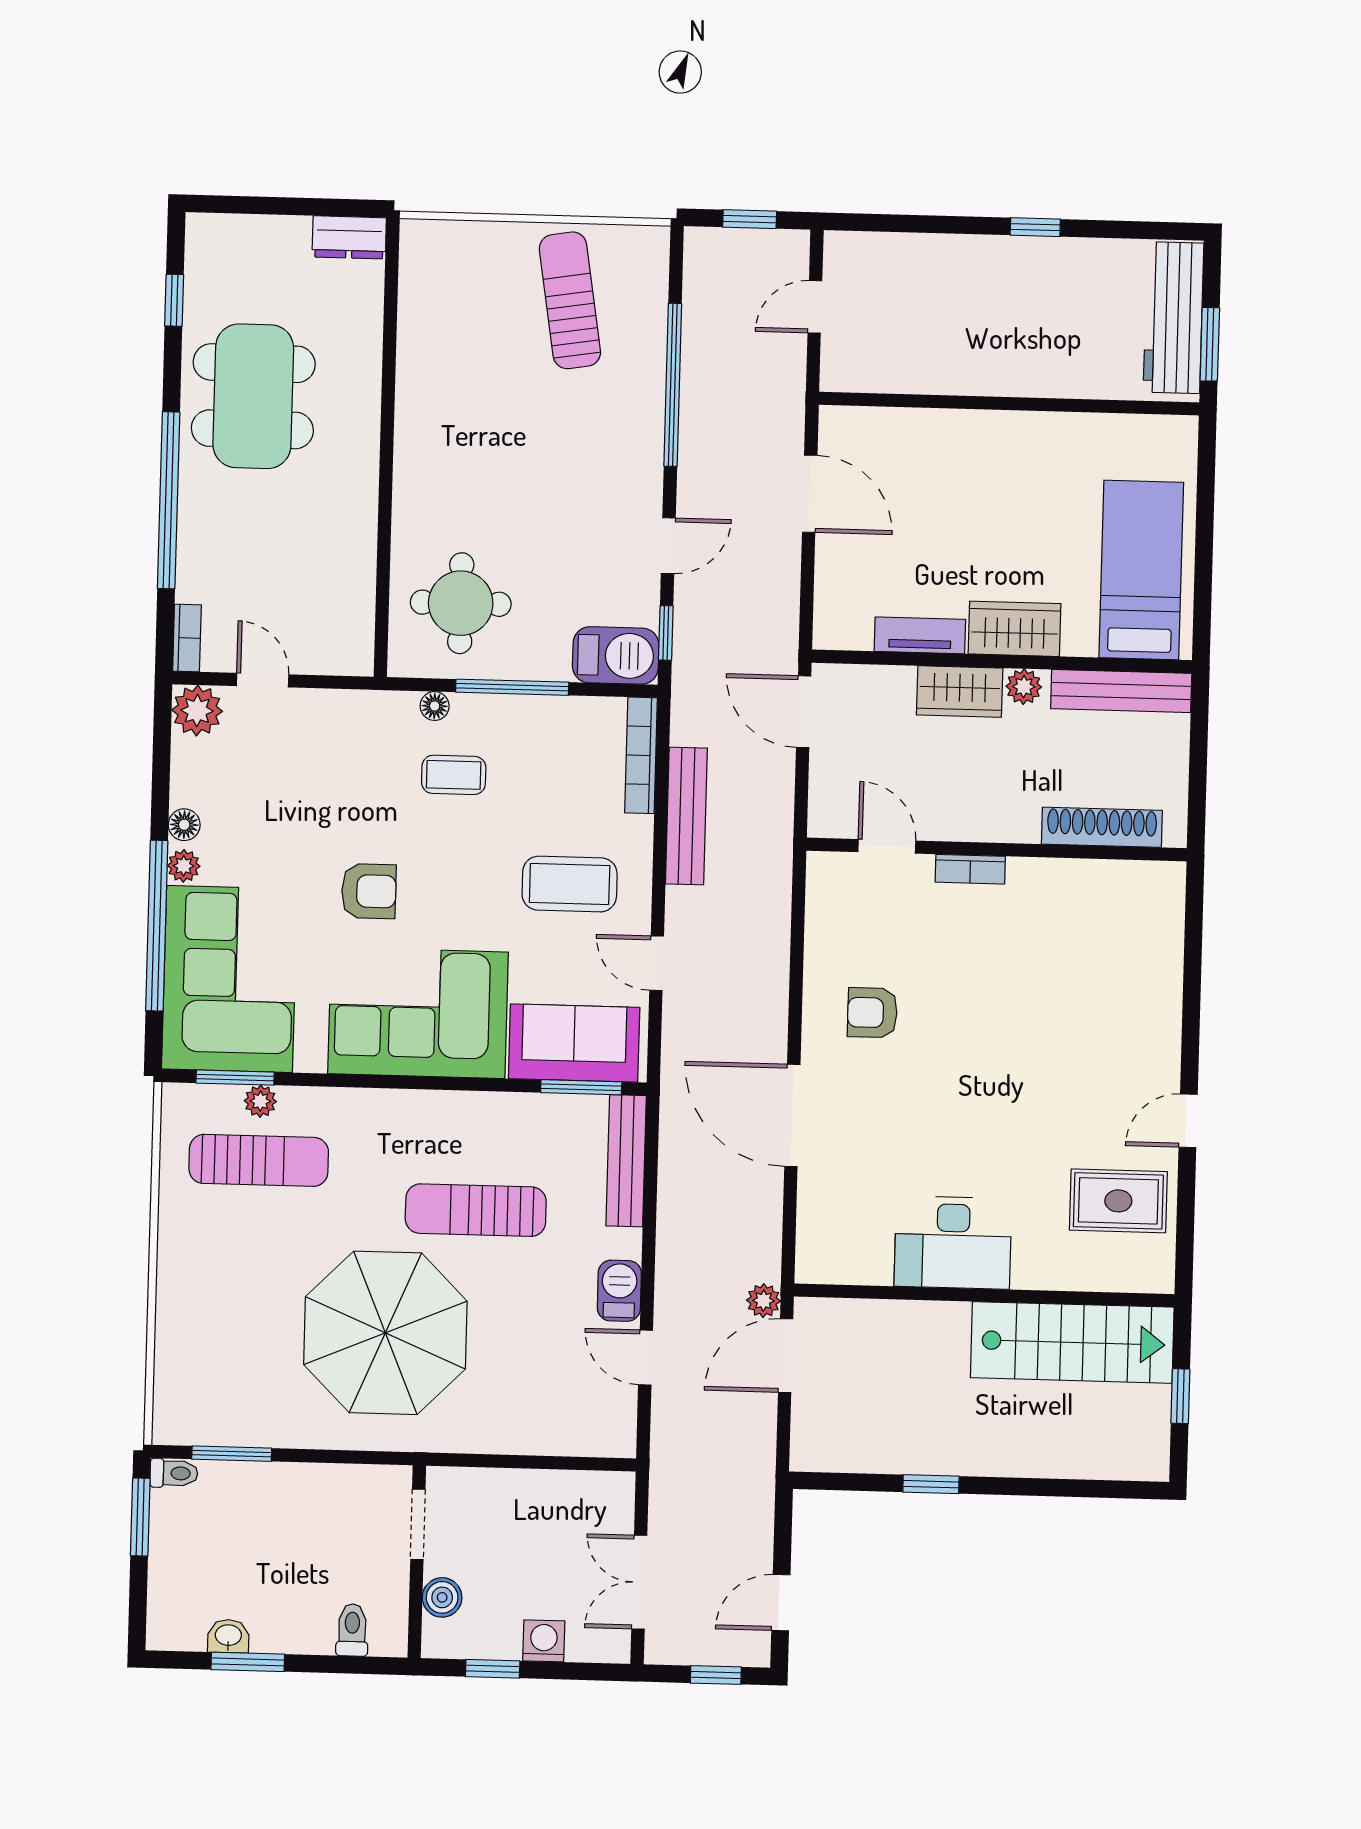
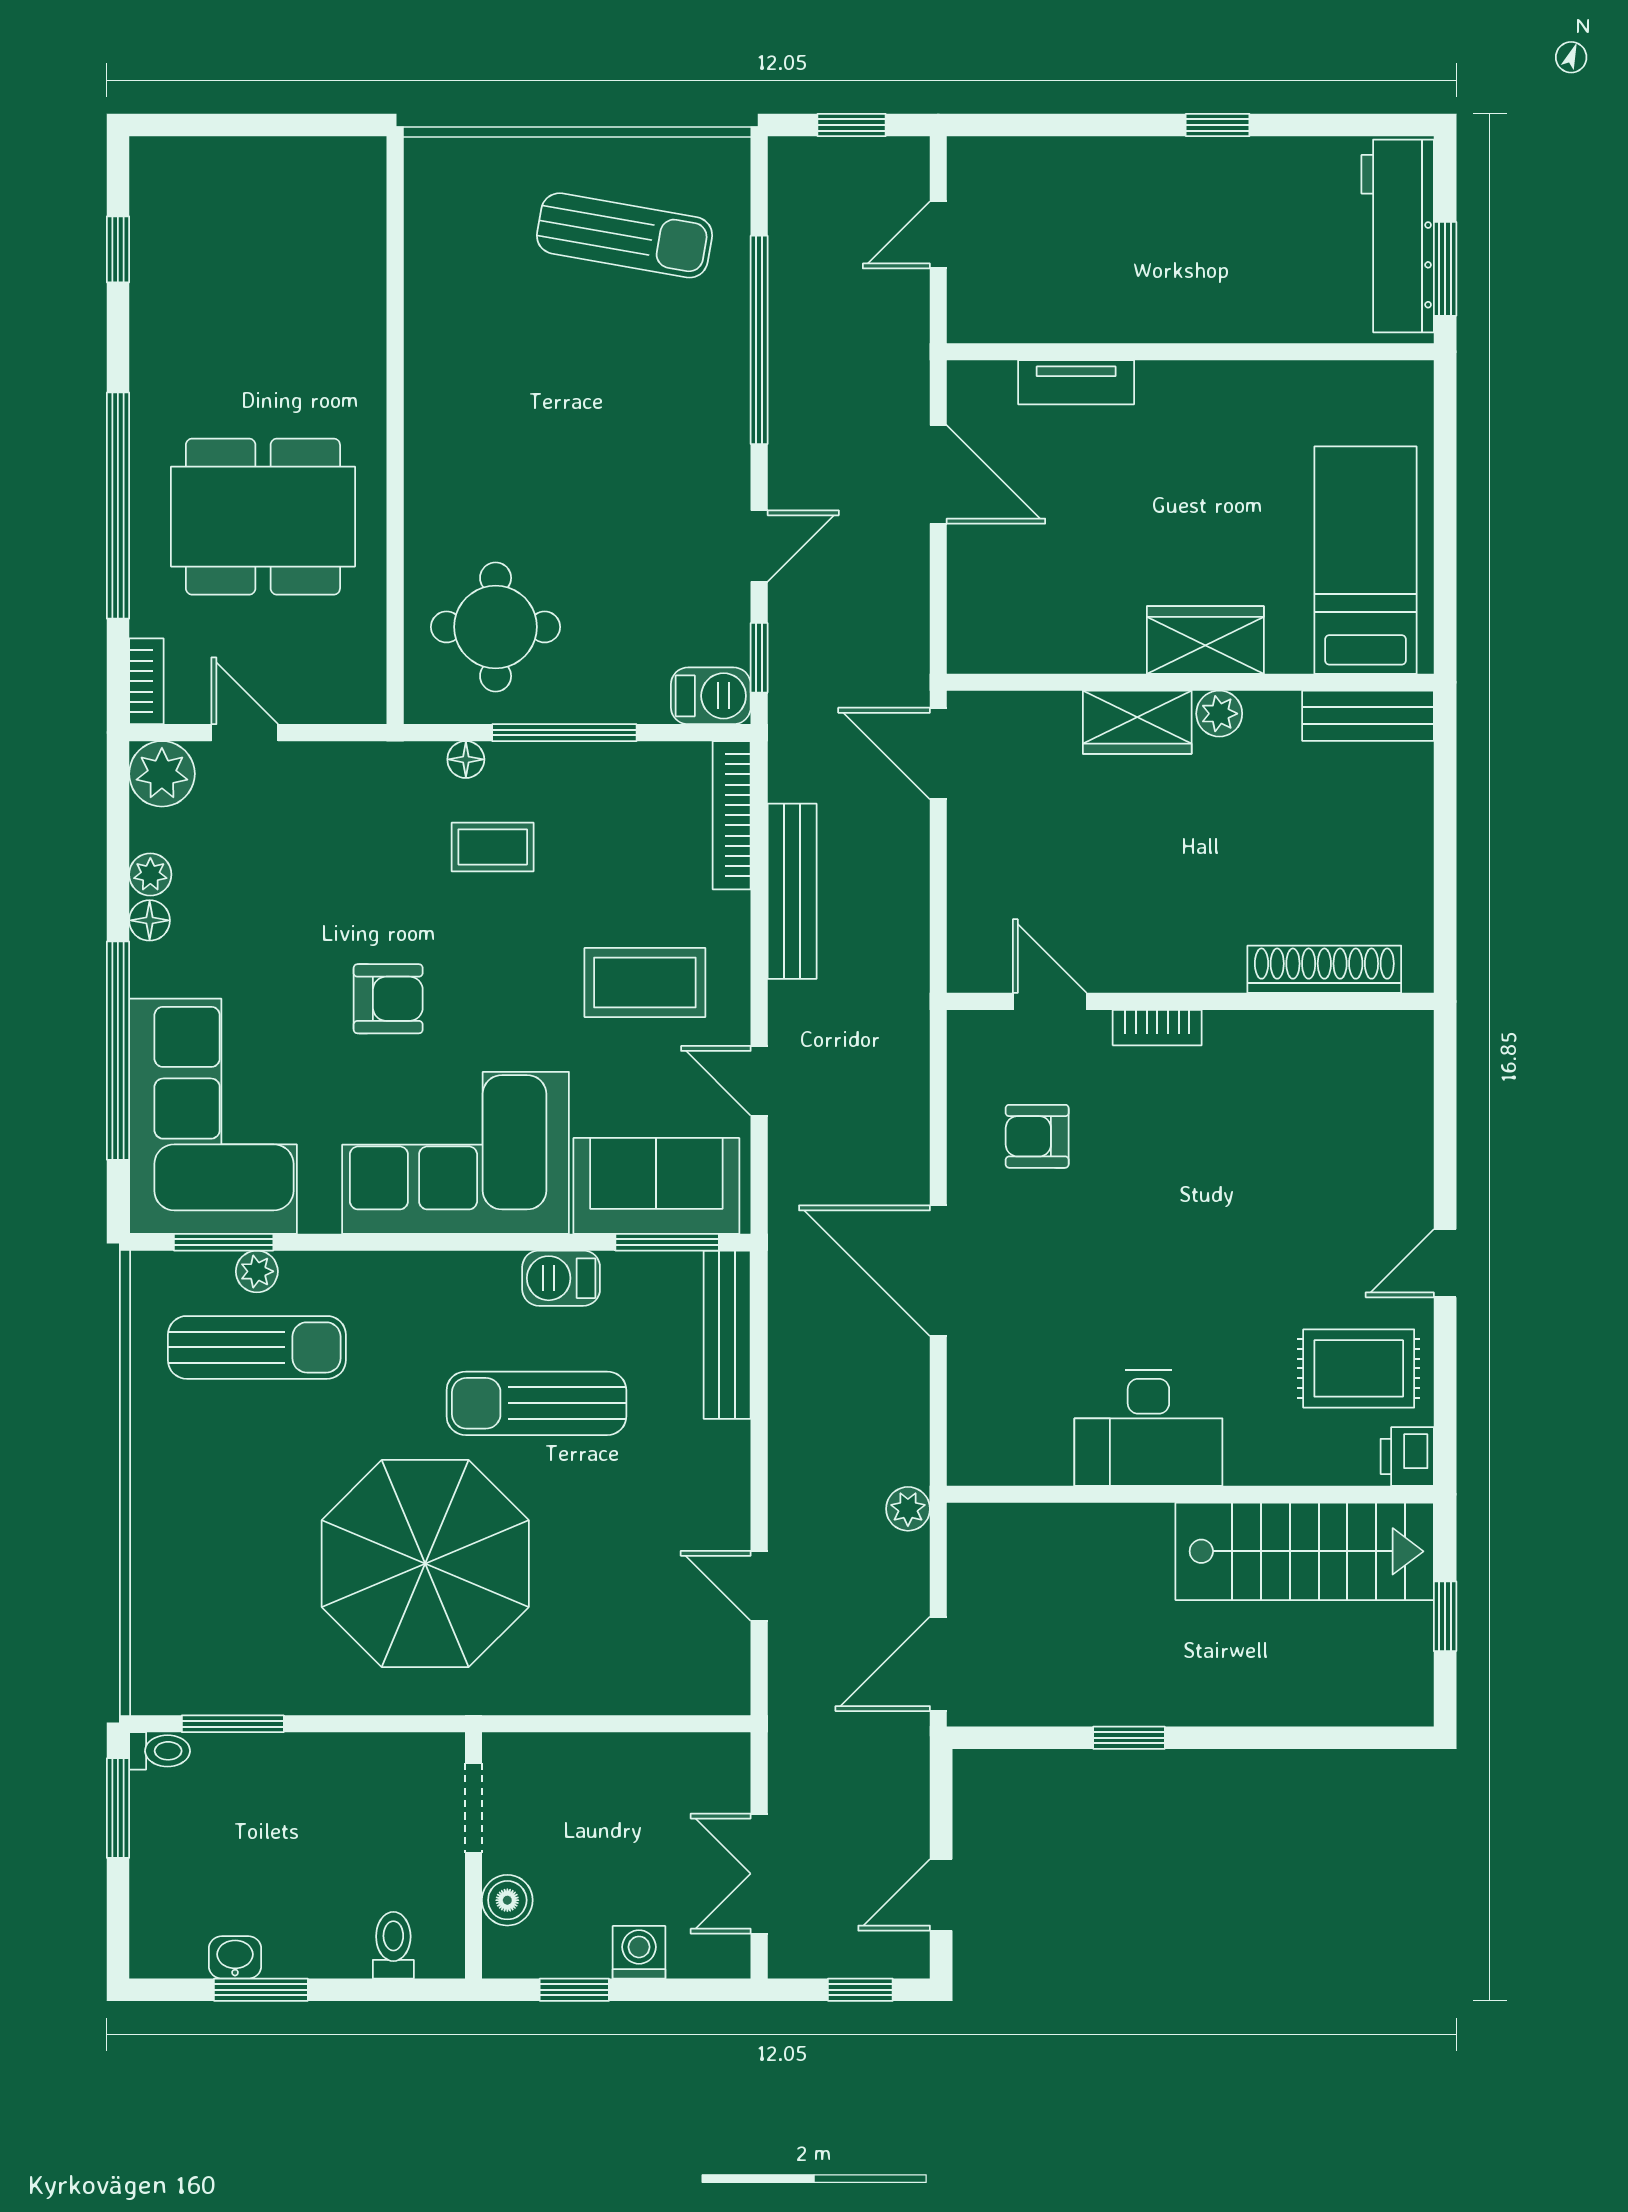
dresser: (349, 237) -> (340, 163), removed
sun lounger: (570, 300) -> (624, 235), turned 109
dining table: (253, 396) -> (263, 517), moved, turned 90
tv unit: (920, 635) -> (1076, 382), moved, turned 180
barbecue: (616, 655) -> (711, 696), width x0.73, depth x0.79
bench: (1121, 691) -> (1368, 716), width x0.73
shoe rack: (1102, 827) -> (1324, 969), moved
door: (887, 846) -> (1050, 1001), moved
wall: (997, 849) -> (1190, 1001), moved
plant: (184, 866) -> (150, 874), moved
bookcase: (970, 869) -> (1157, 1028), moved
printer: (1154, 1271) -> (1407, 1456), added
barbecue: (619, 1291) -> (561, 1278), moved, turned -90
door: (786, 1356) -> (938, 1664), moved

